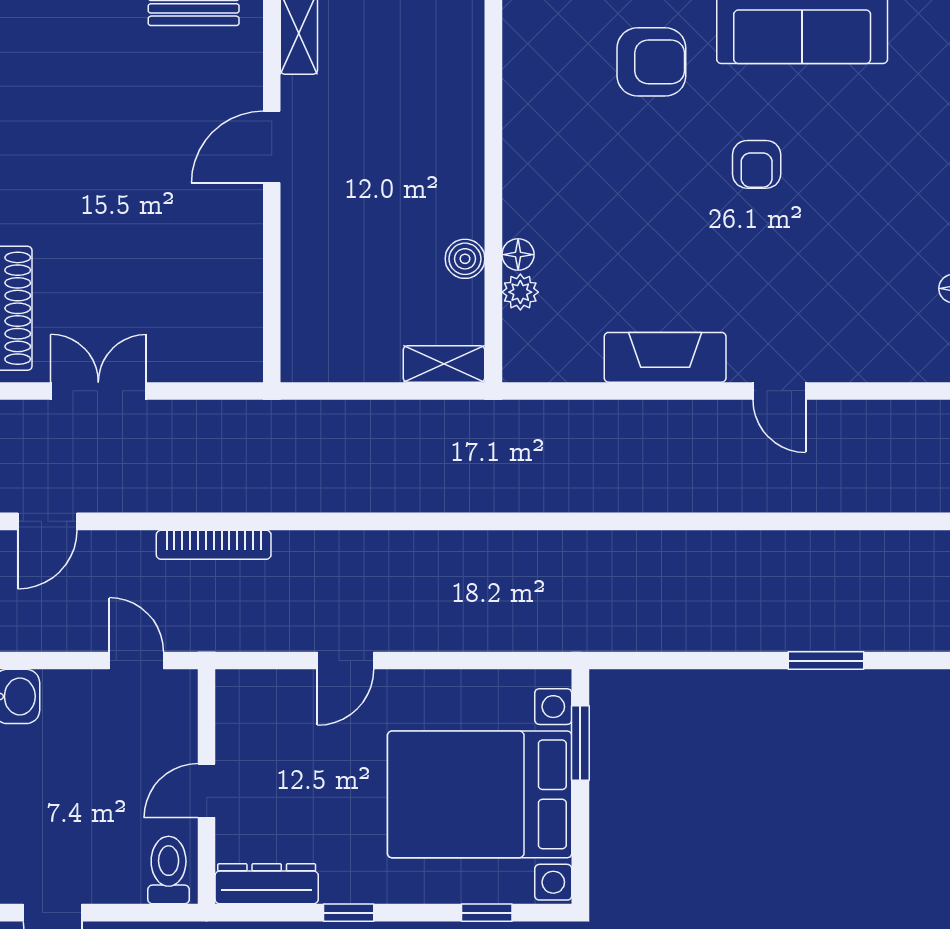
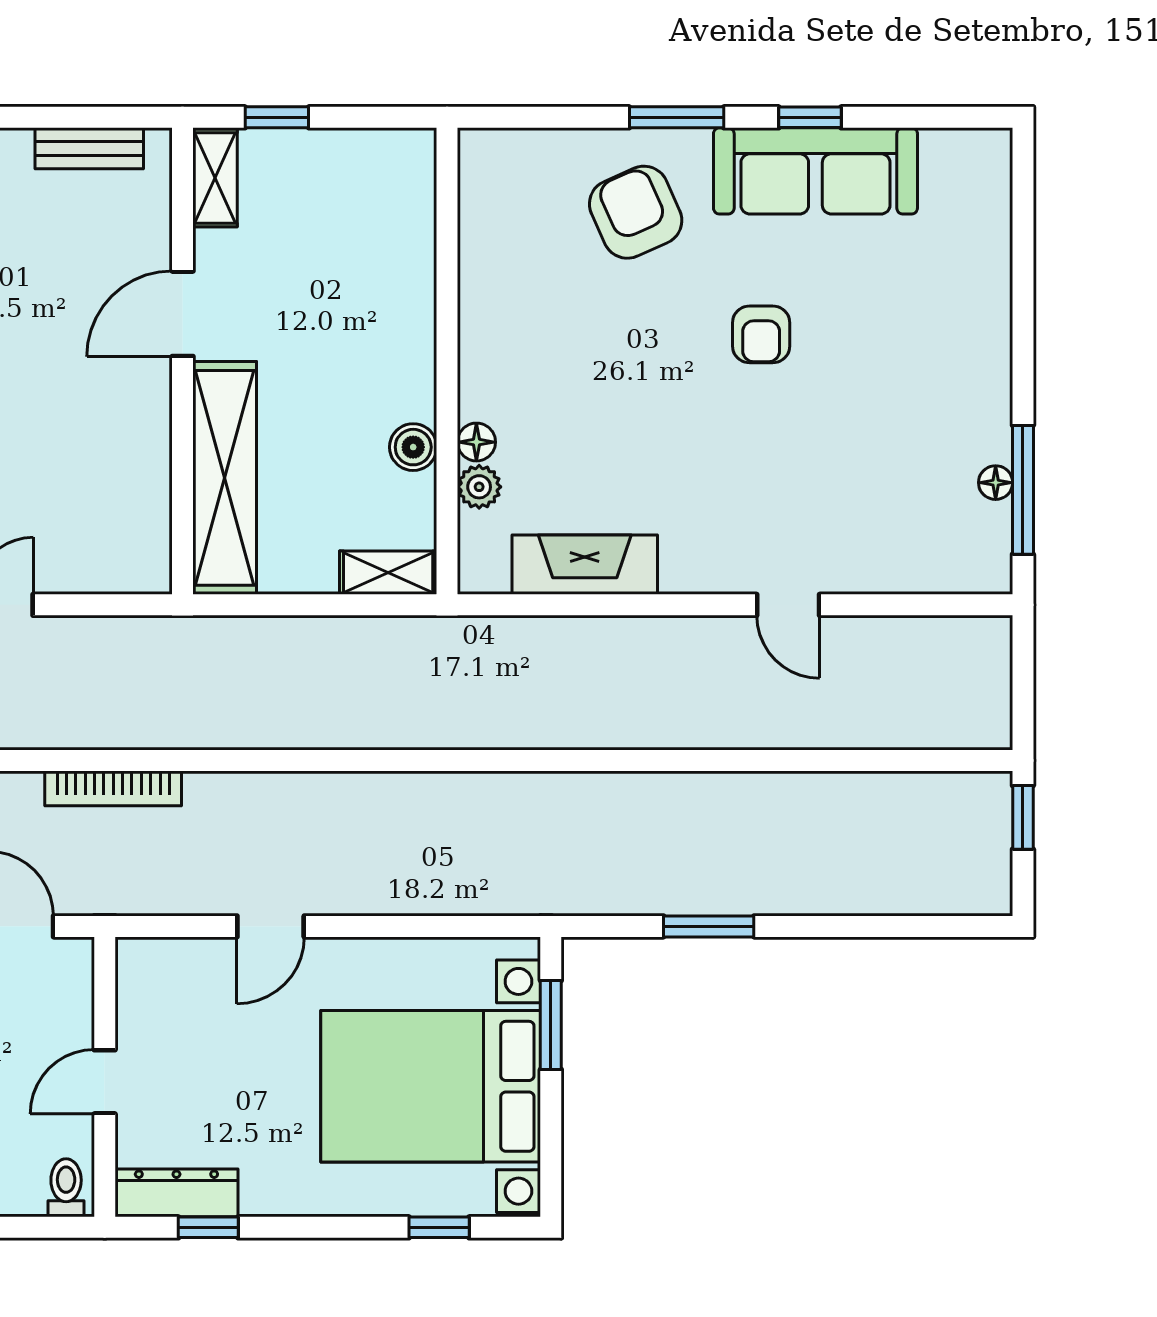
armchair: (651, 62) -> (636, 212), turned -114
shelving: (307, 285) -> (225, 478), added
fireplace: (665, 357) -> (585, 565), moved
window: (826, 661) -> (709, 926), moved
toilet: (169, 870) -> (66, 1188), width x0.73, depth x0.72
window: (349, 913) -> (208, 1227), moved

